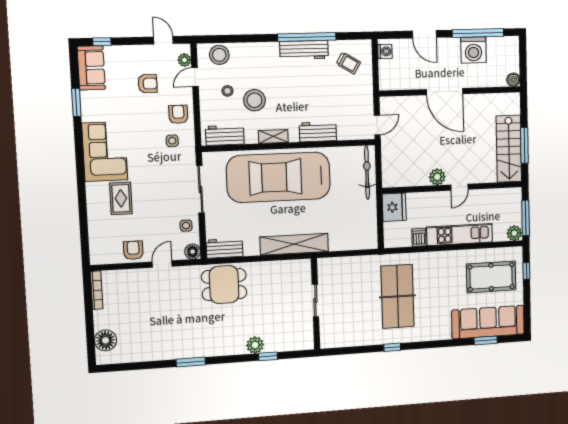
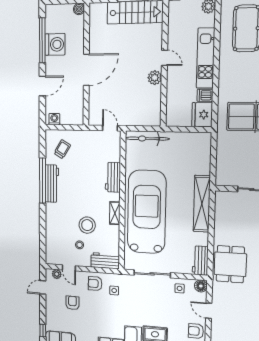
stool: (219, 55) -> (54, 248), removed
workbench: (225, 135) -> (105, 261), moved, turned 90
car: (278, 177) -> (147, 212), turned 180
fridge: (394, 207) -> (202, 115), moved, turned -90

